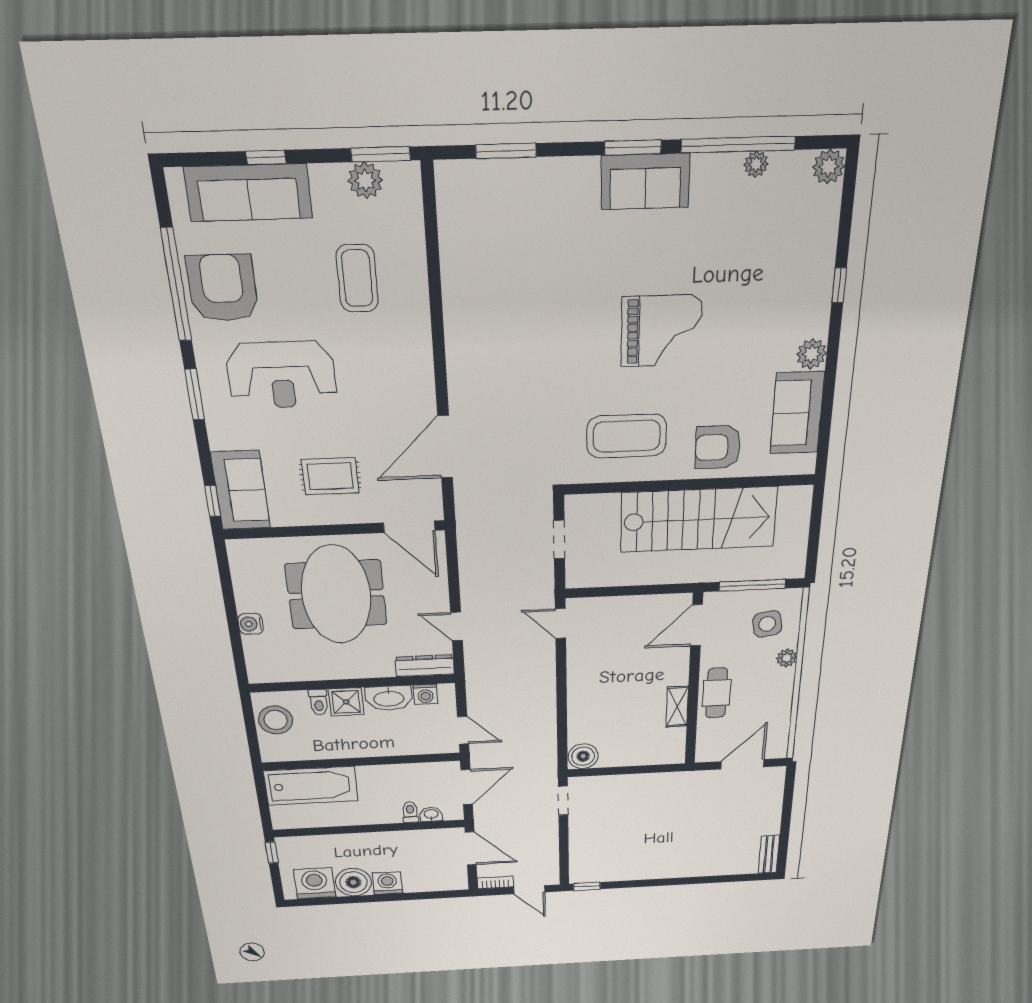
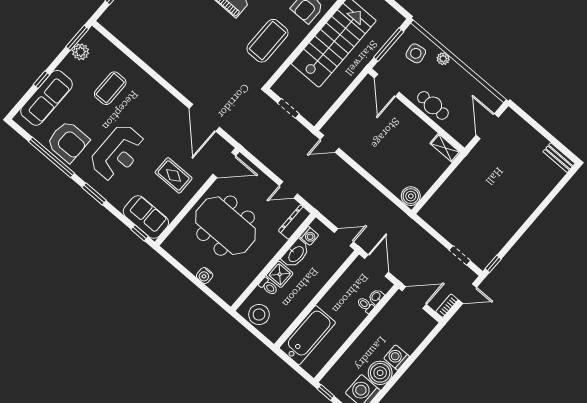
coffee table: (357, 278) -> (110, 88), turned 90
armchair: (223, 288) -> (68, 141), turned 180
rug: (330, 476) -> (174, 175), turned 90
shelving: (677, 707) -> (445, 148), moved
doorway: (563, 801) -> (460, 255), moved

